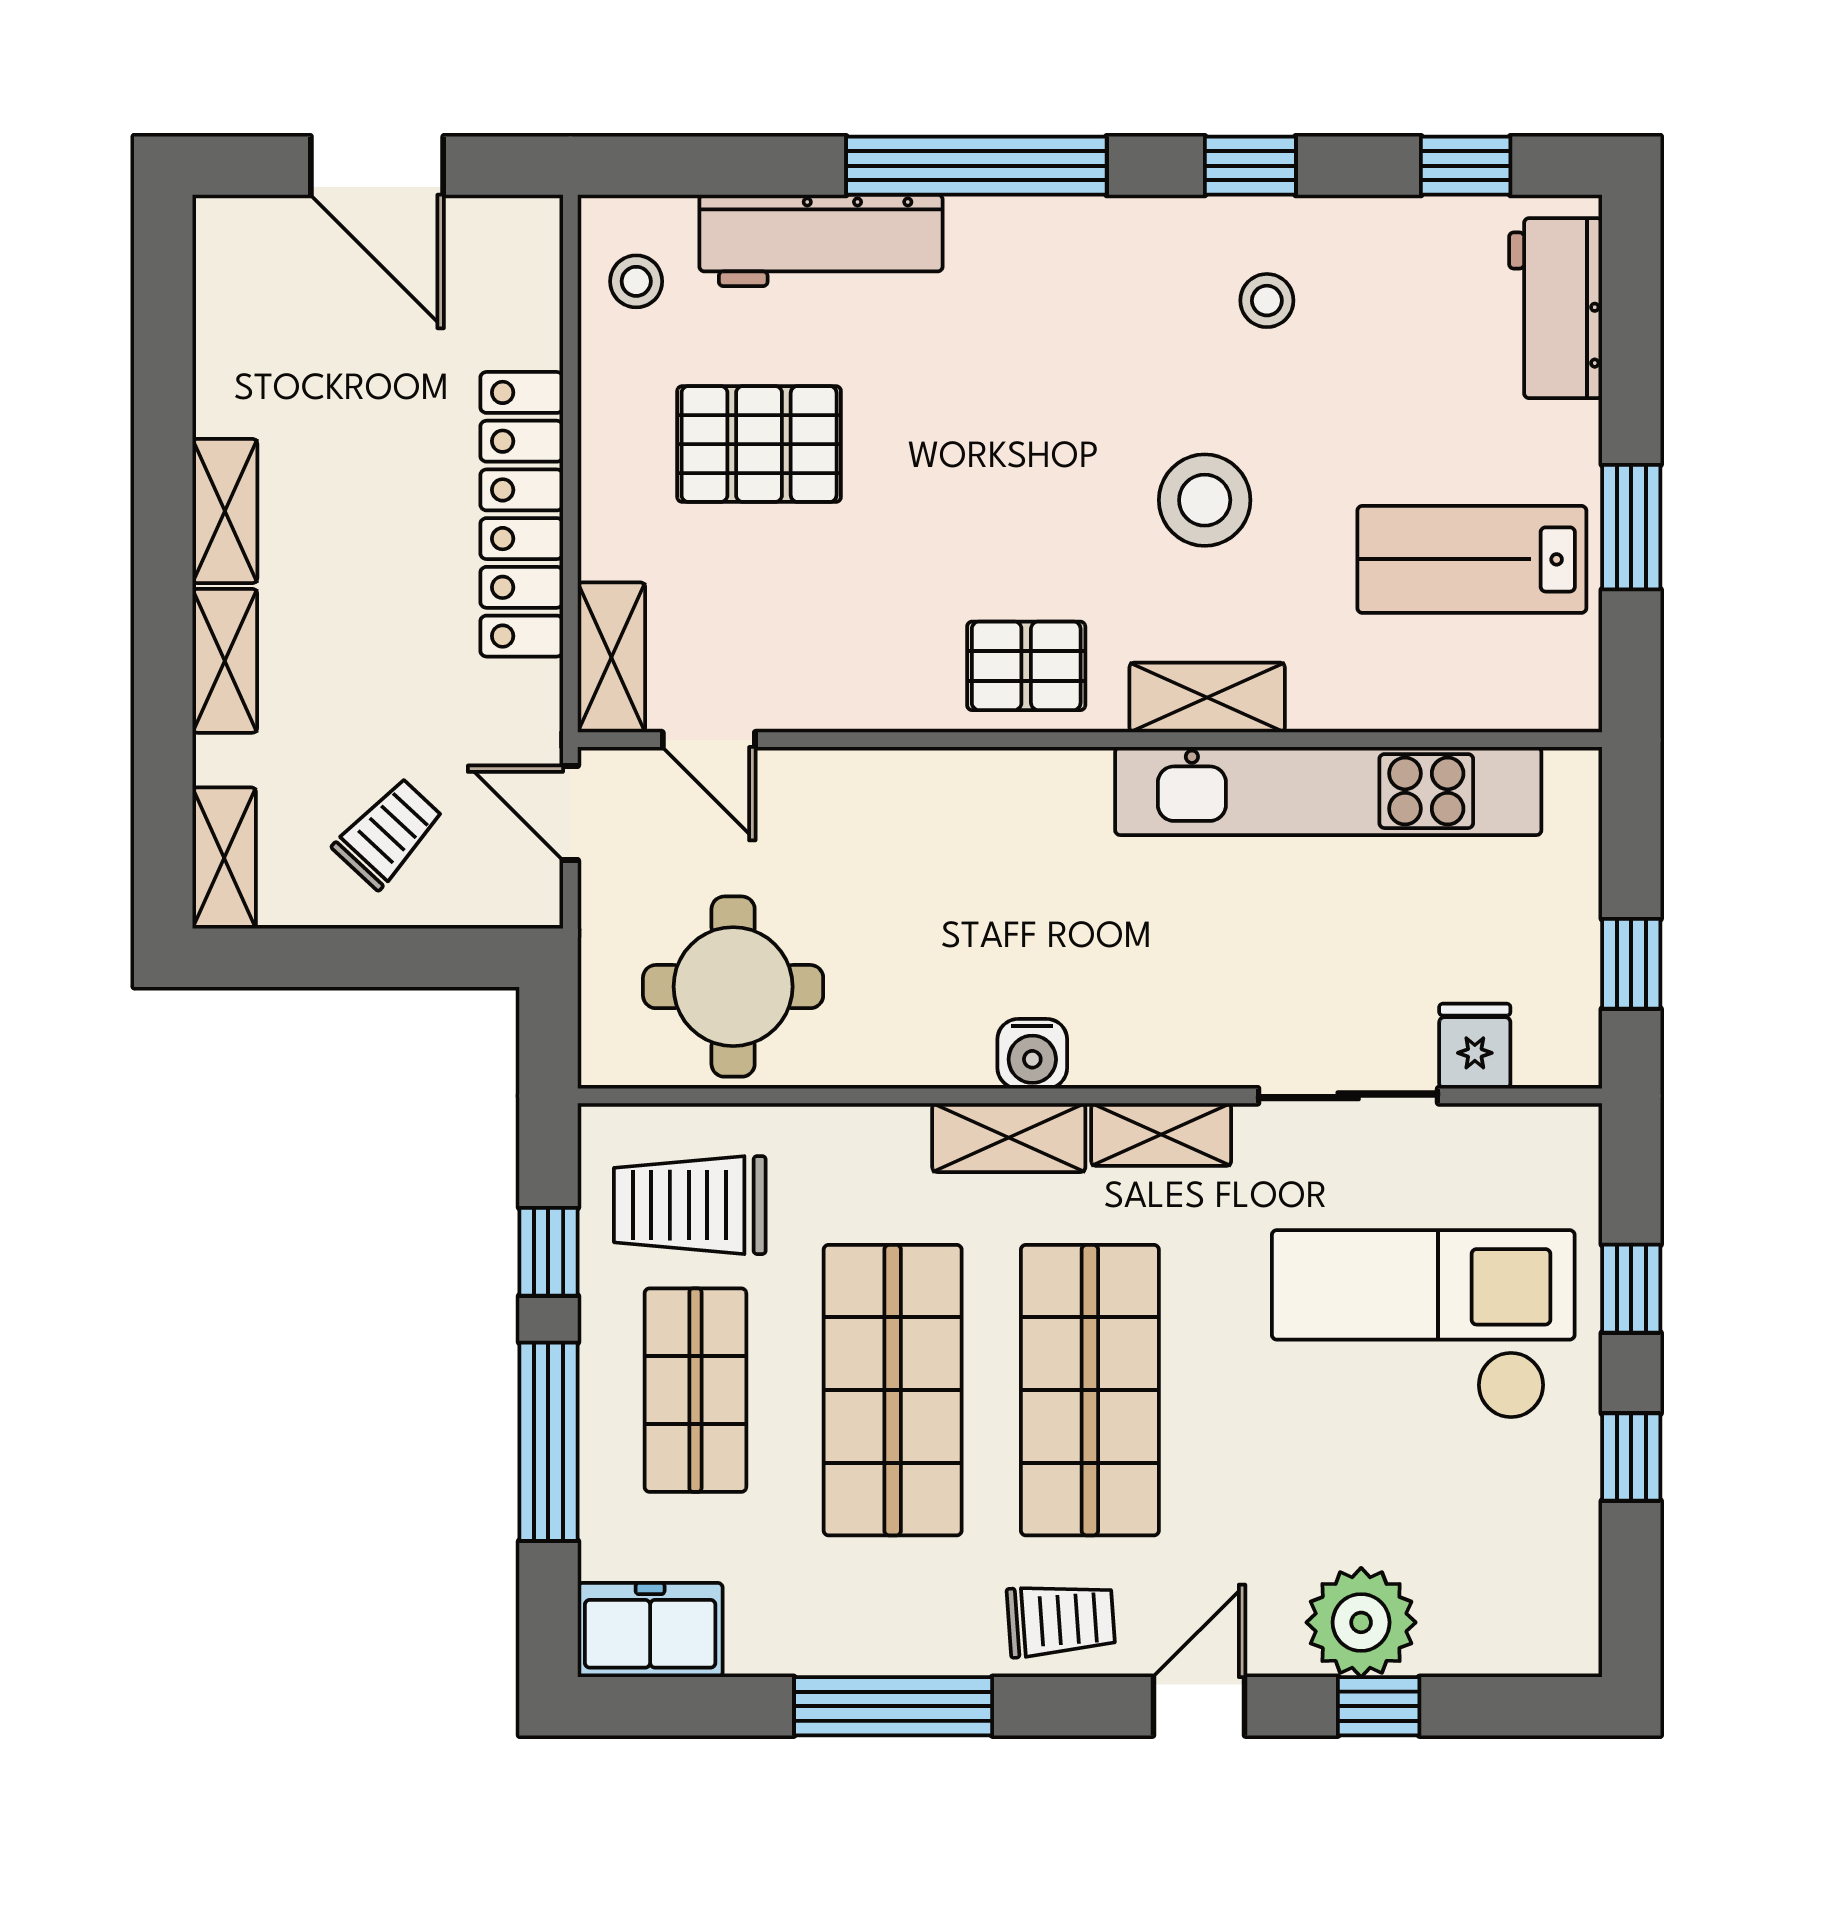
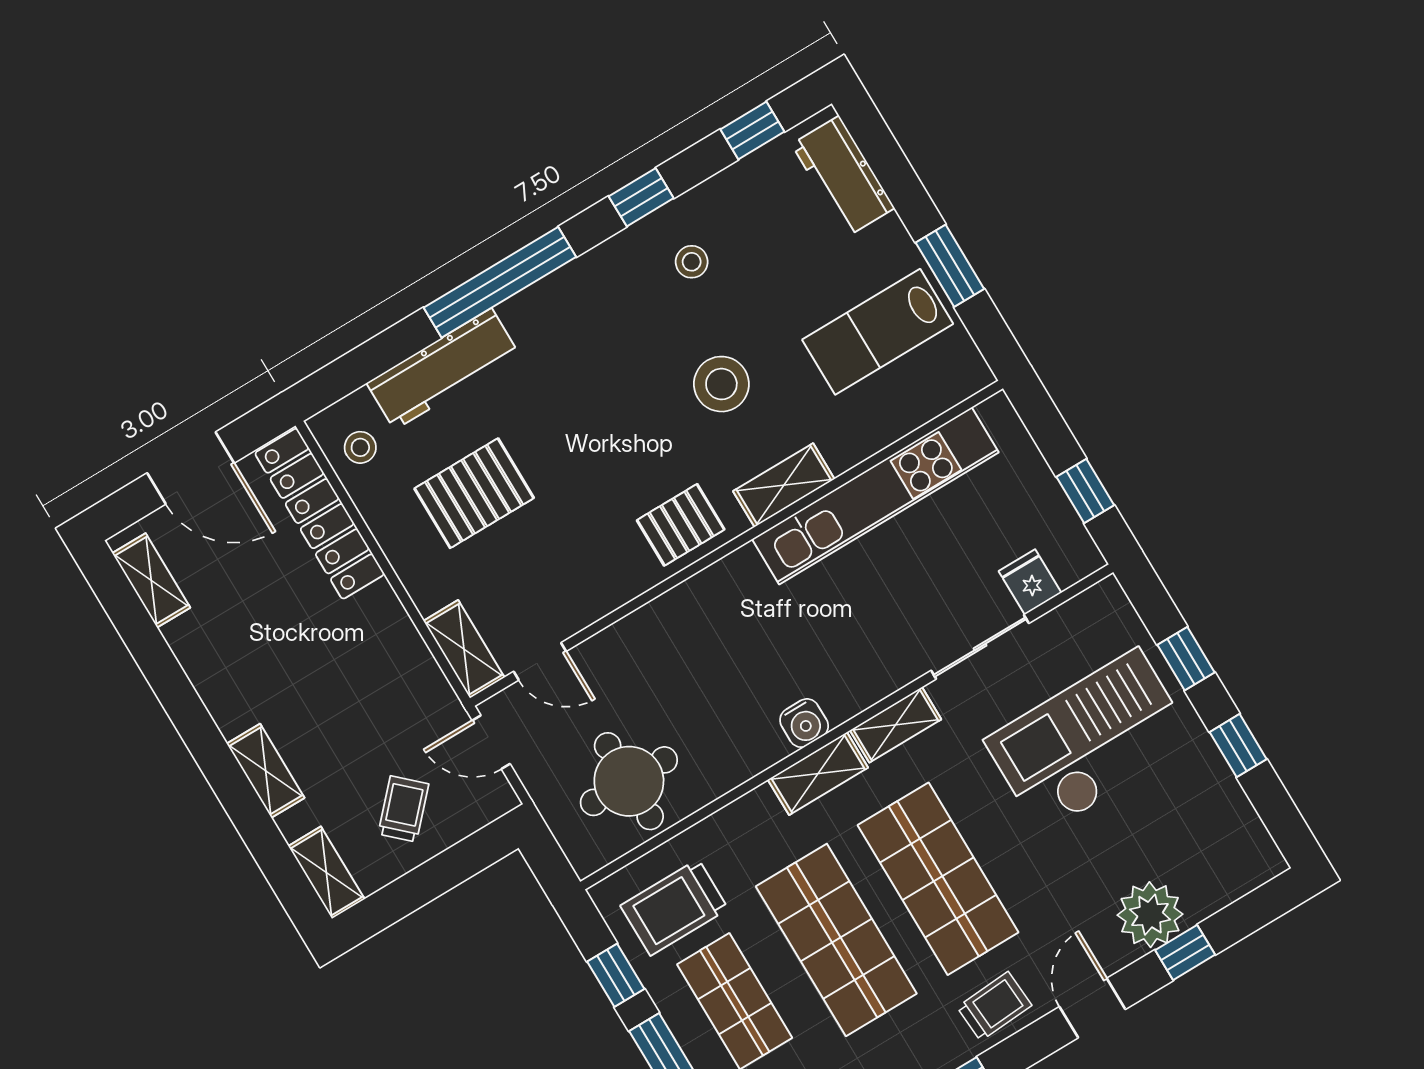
shelving: (225, 511) -> (151, 580), moved
locker: (522, 514) -> (320, 514), moved

